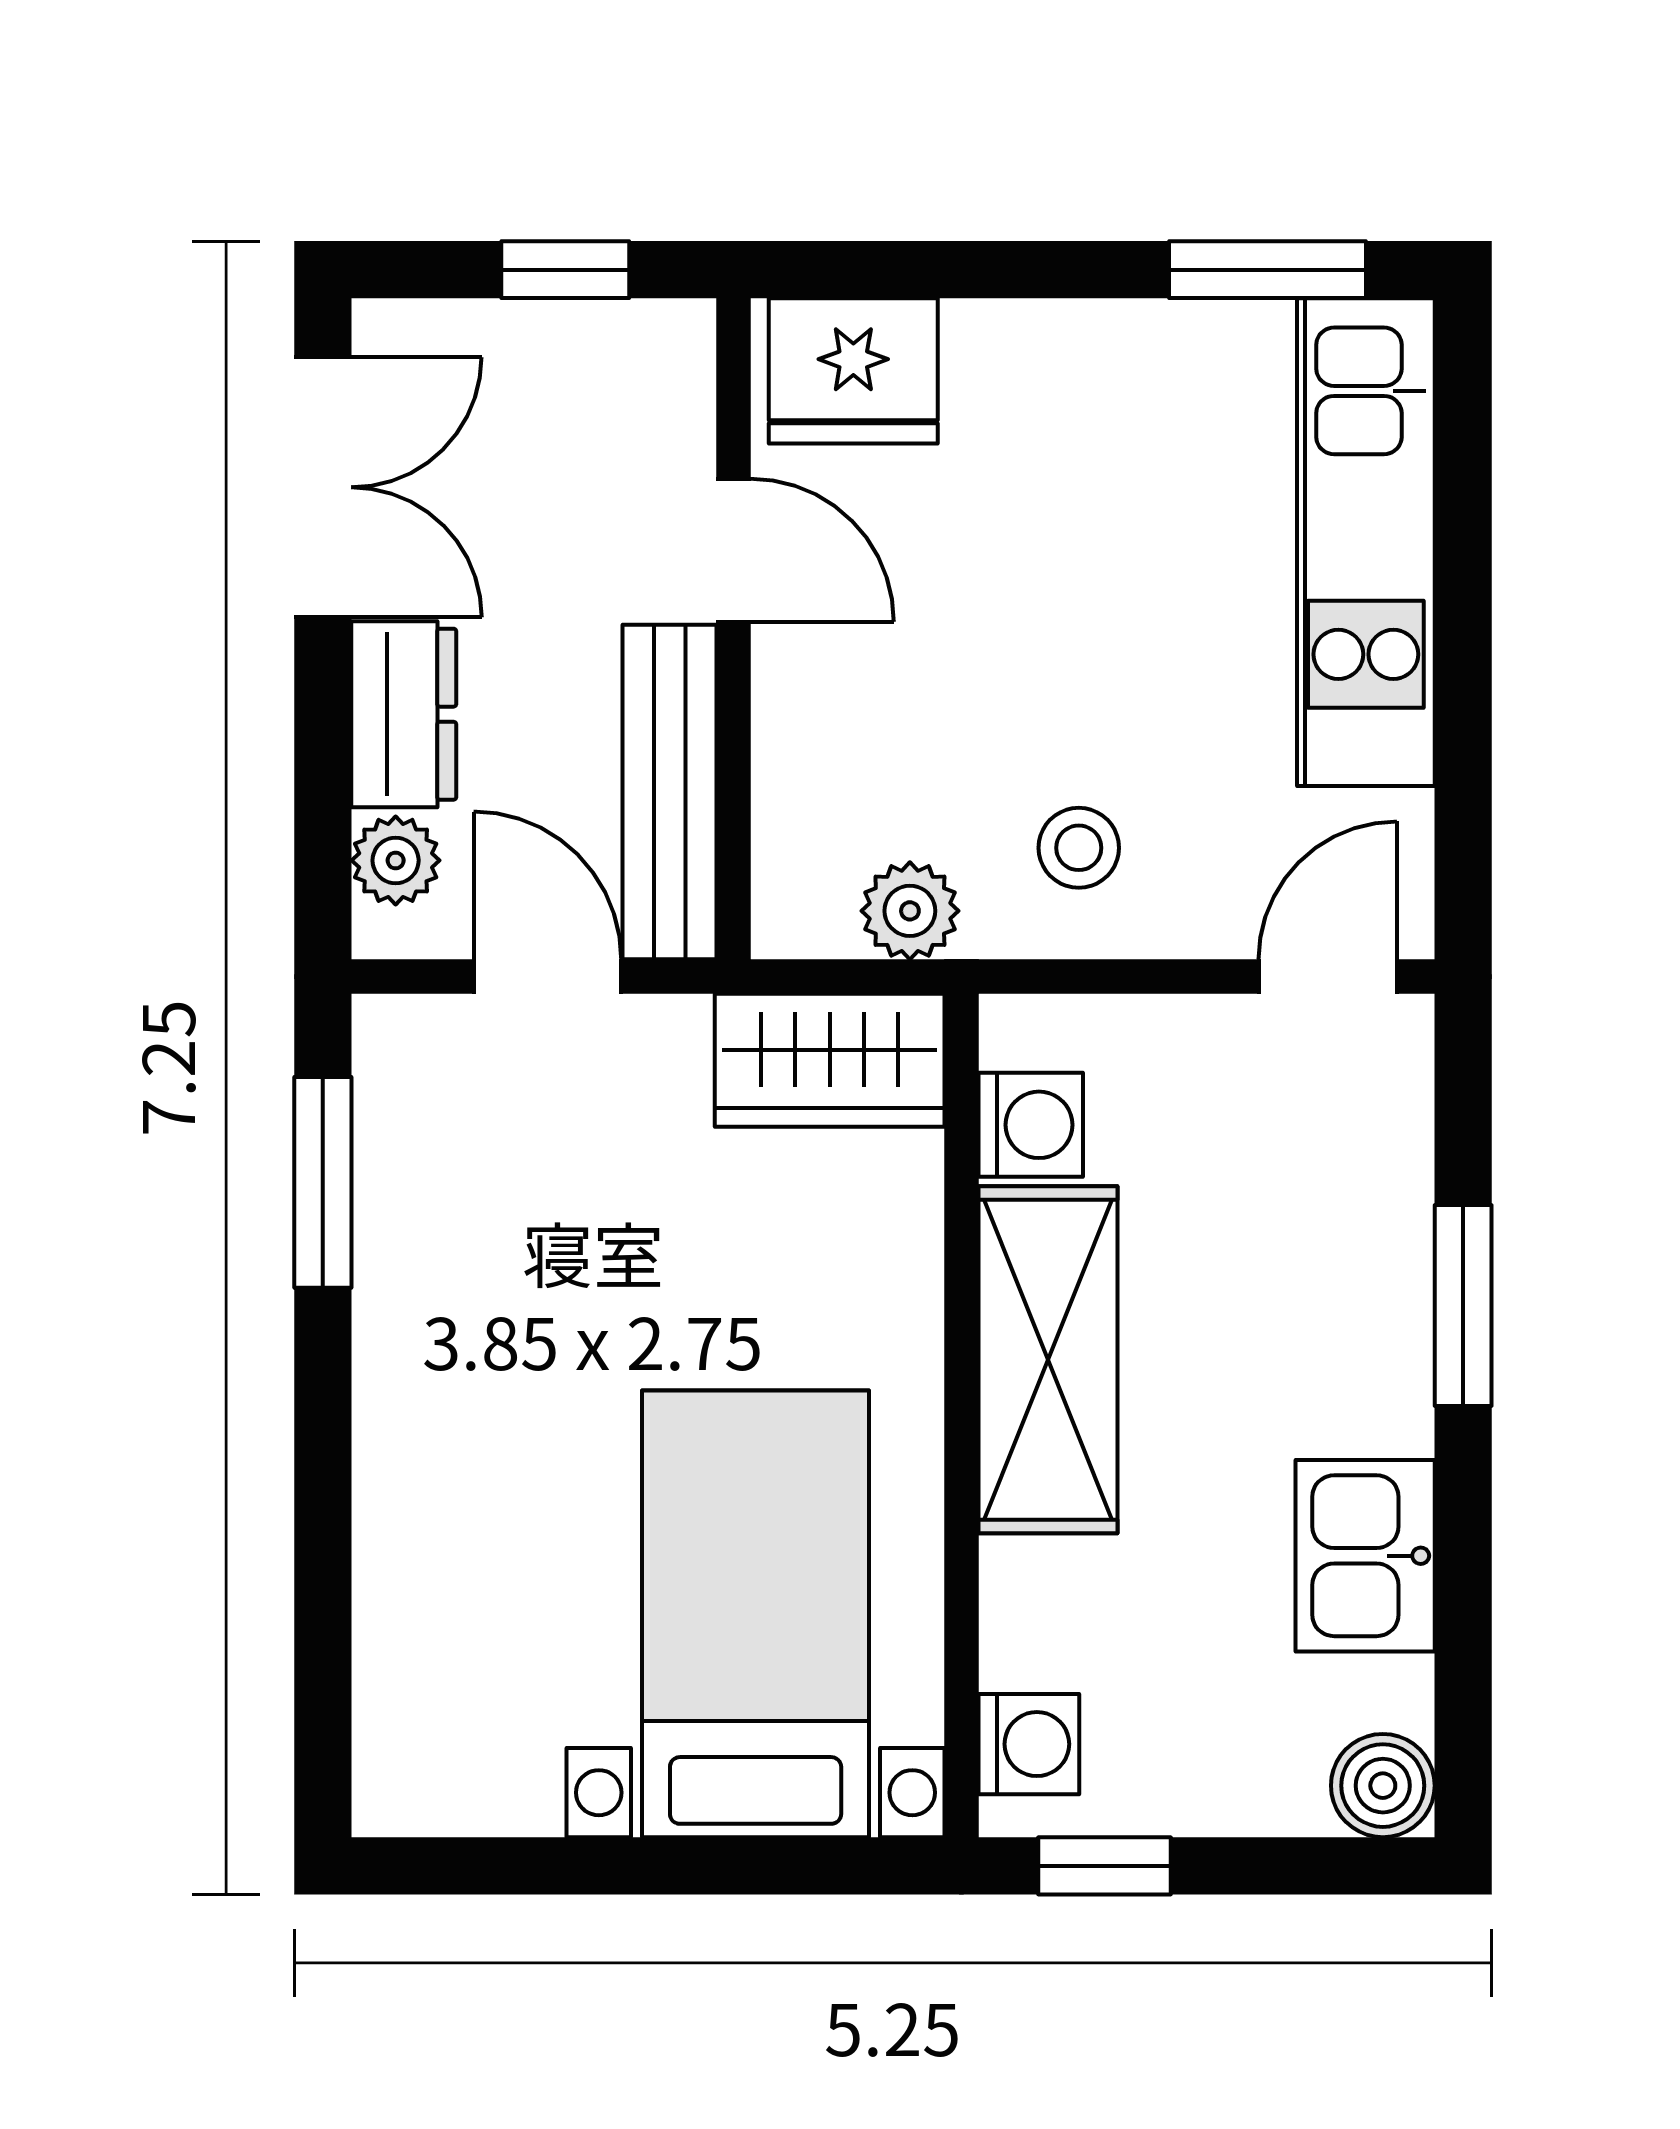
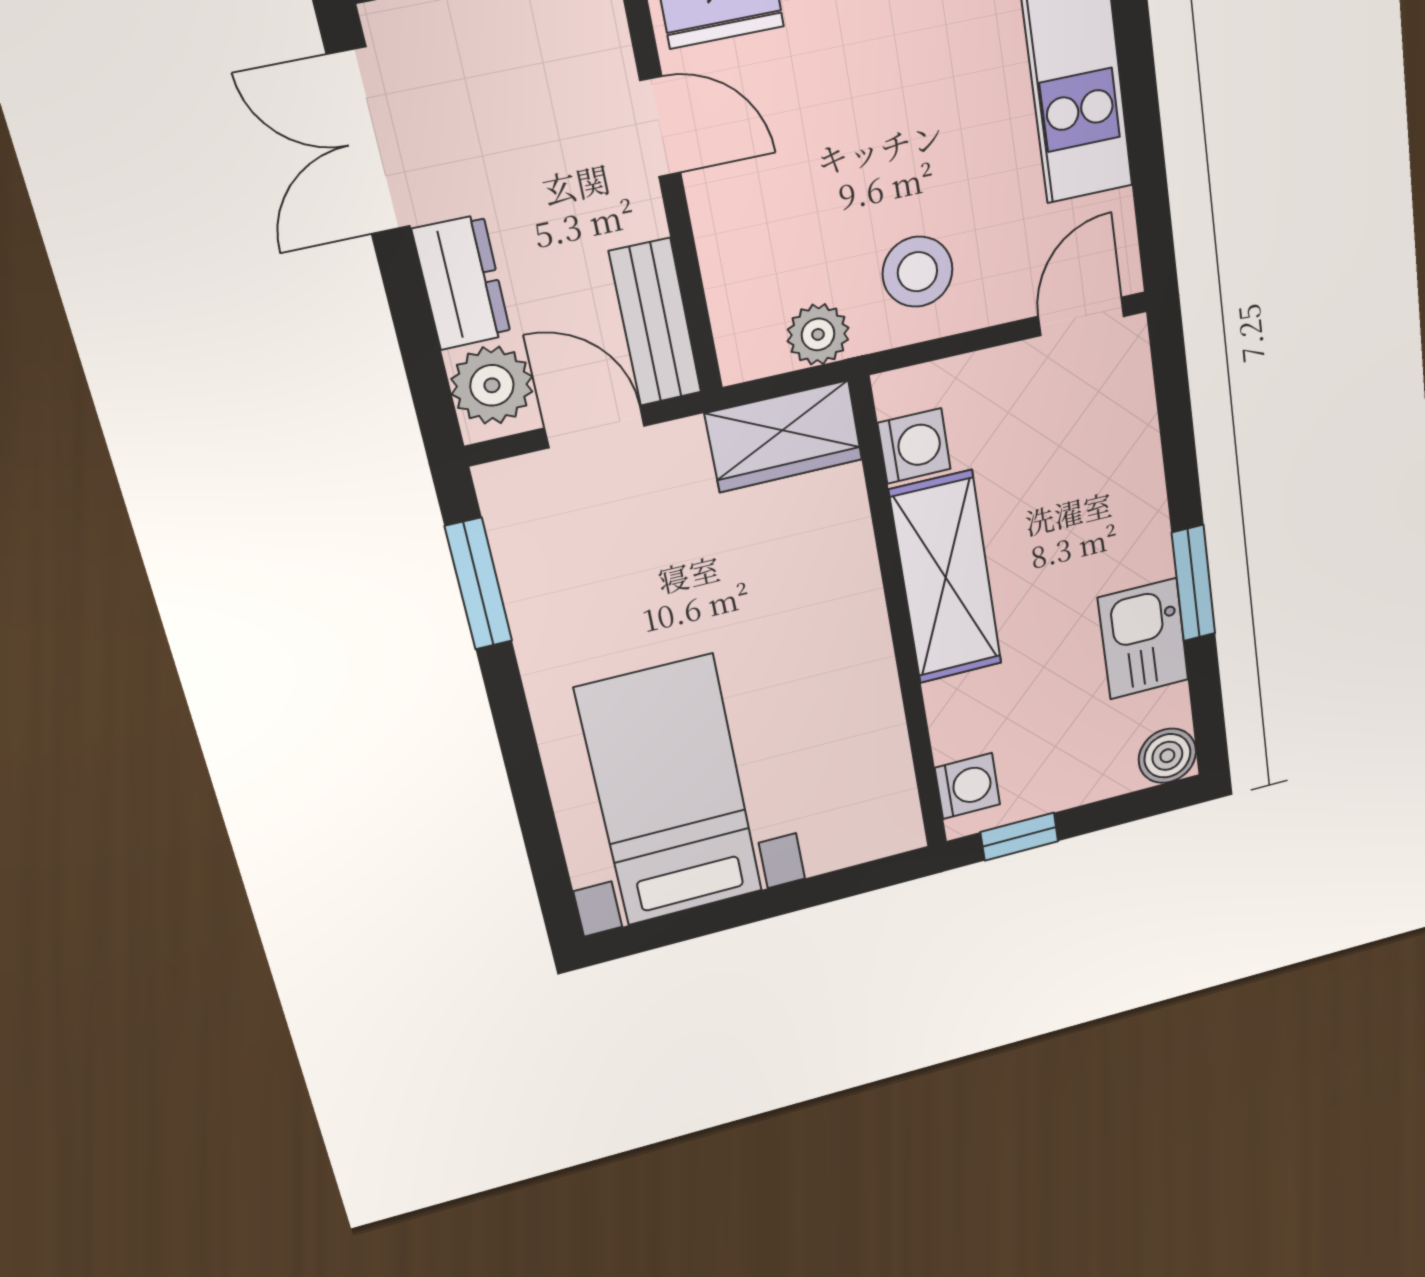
double door: (323, 487) -> (369, 142), swing flipped
bench: (669, 792) -> (655, 322), width x0.73
stool: (1079, 848) -> (918, 272), width x1.37, depth x1.37
plant: (396, 860) -> (492, 385), width x1.38, depth x1.38
window: (1463, 1306) -> (1193, 583), moved
bed with nightstands: (756, 1614) -> (670, 792), moved

